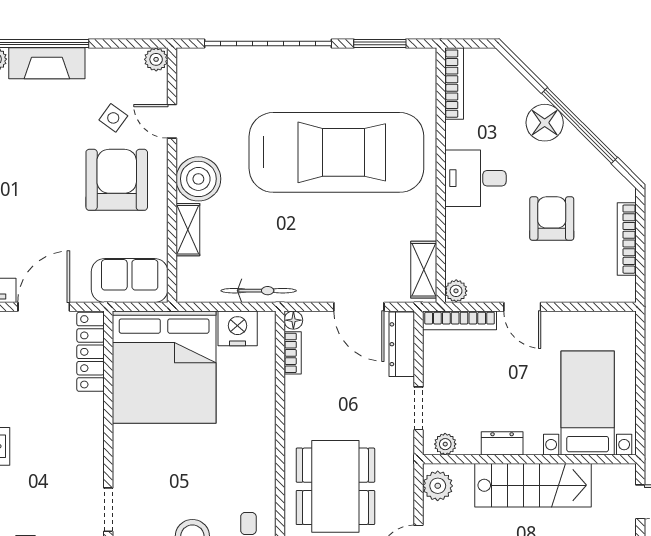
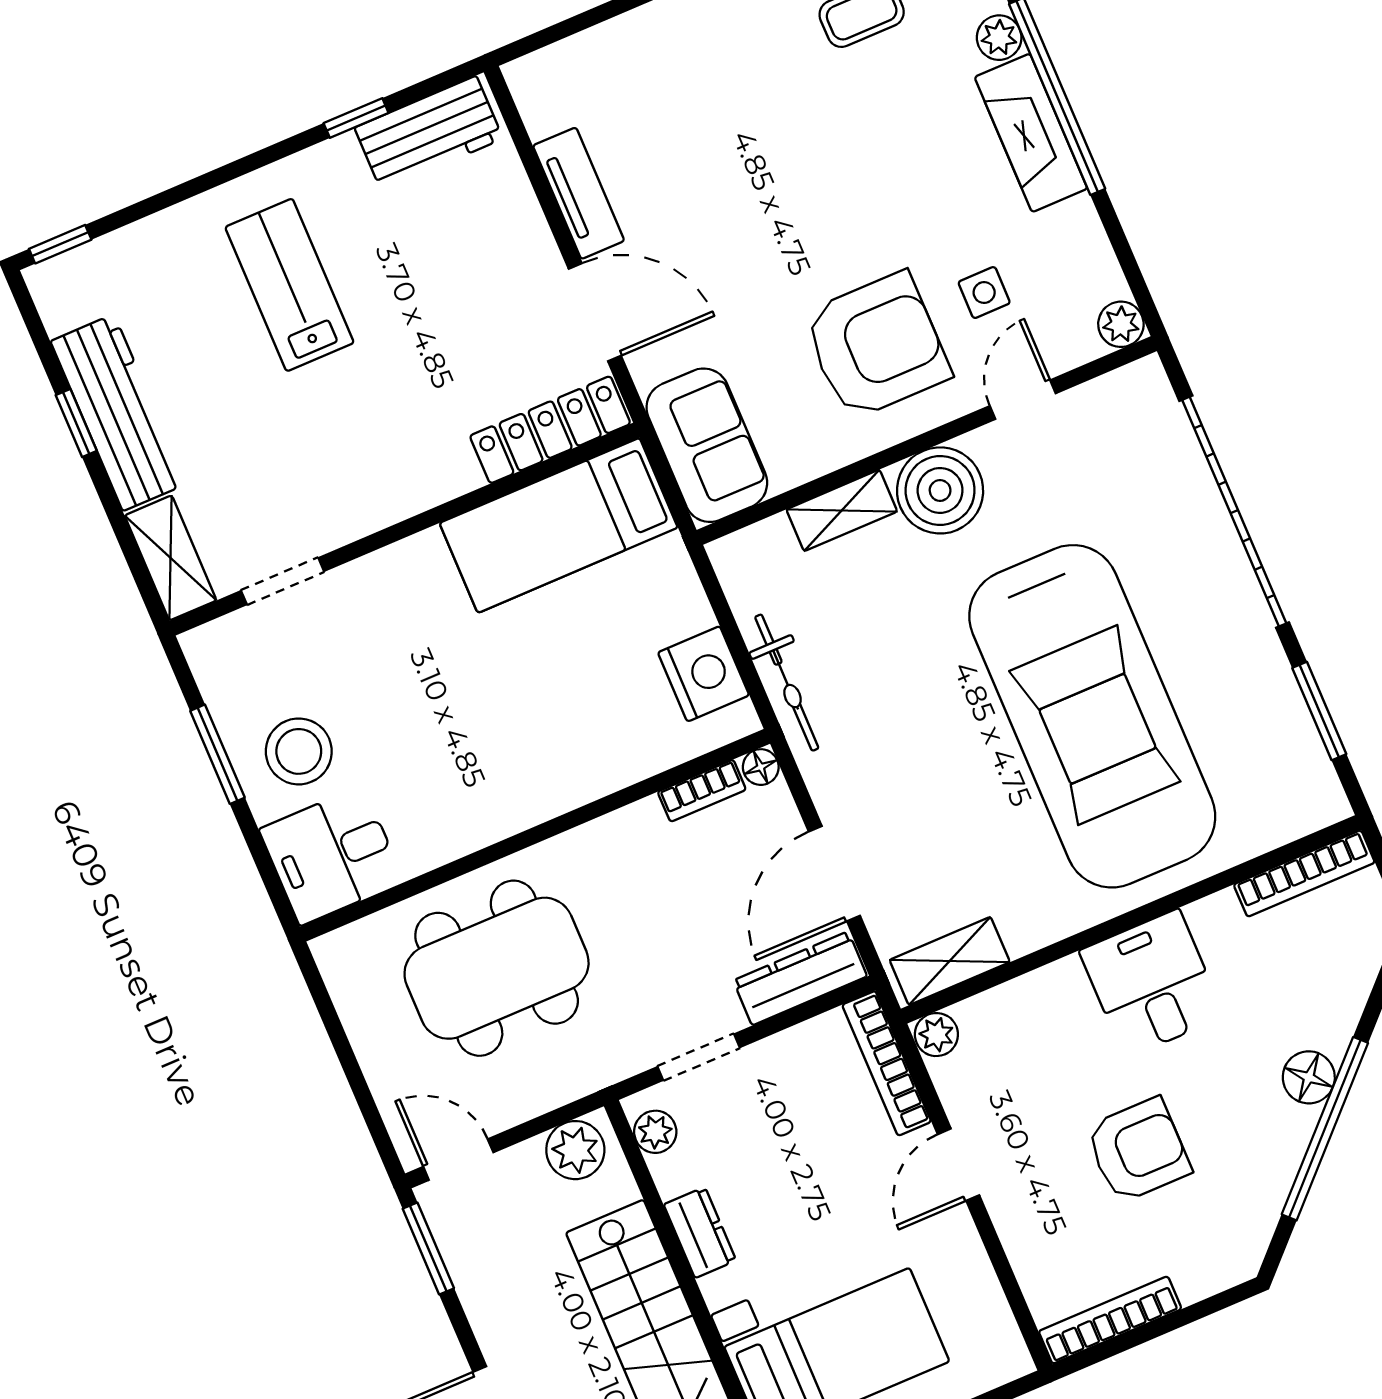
side table: (113, 118) -> (984, 293), turned -36
floor lamp: (545, 123) -> (1309, 1077), width x0.73, depth x0.73
bookcase: (627, 239) -> (1110, 1320), moved
bed: (164, 367) -> (559, 525), width x0.49

